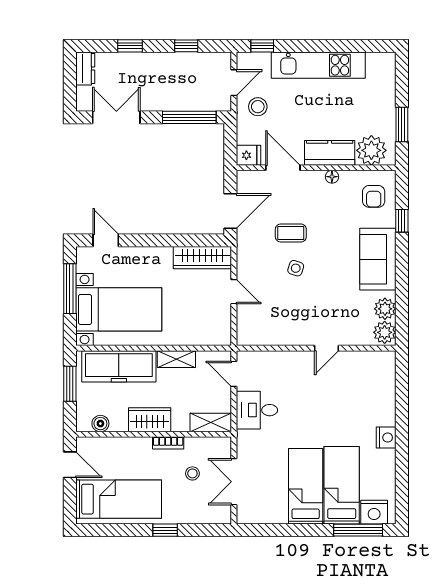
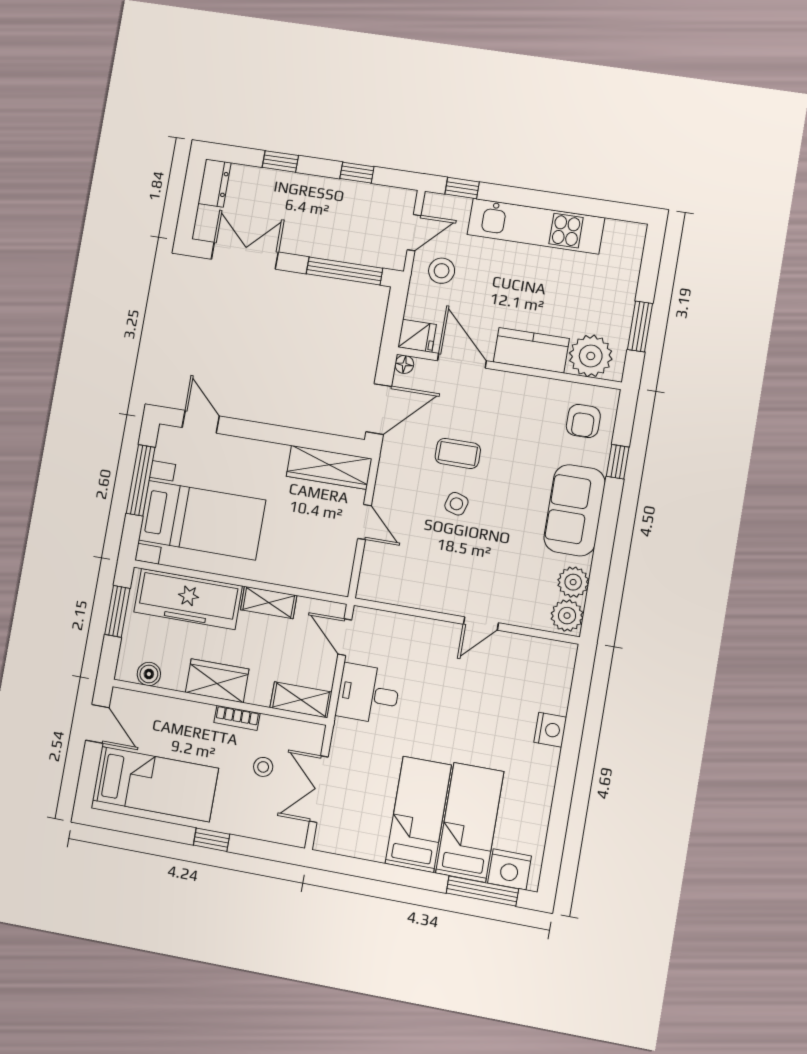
floor lamp: (332, 177) -> (404, 364), moved
nightstand: (386, 438) -> (550, 730), moved

